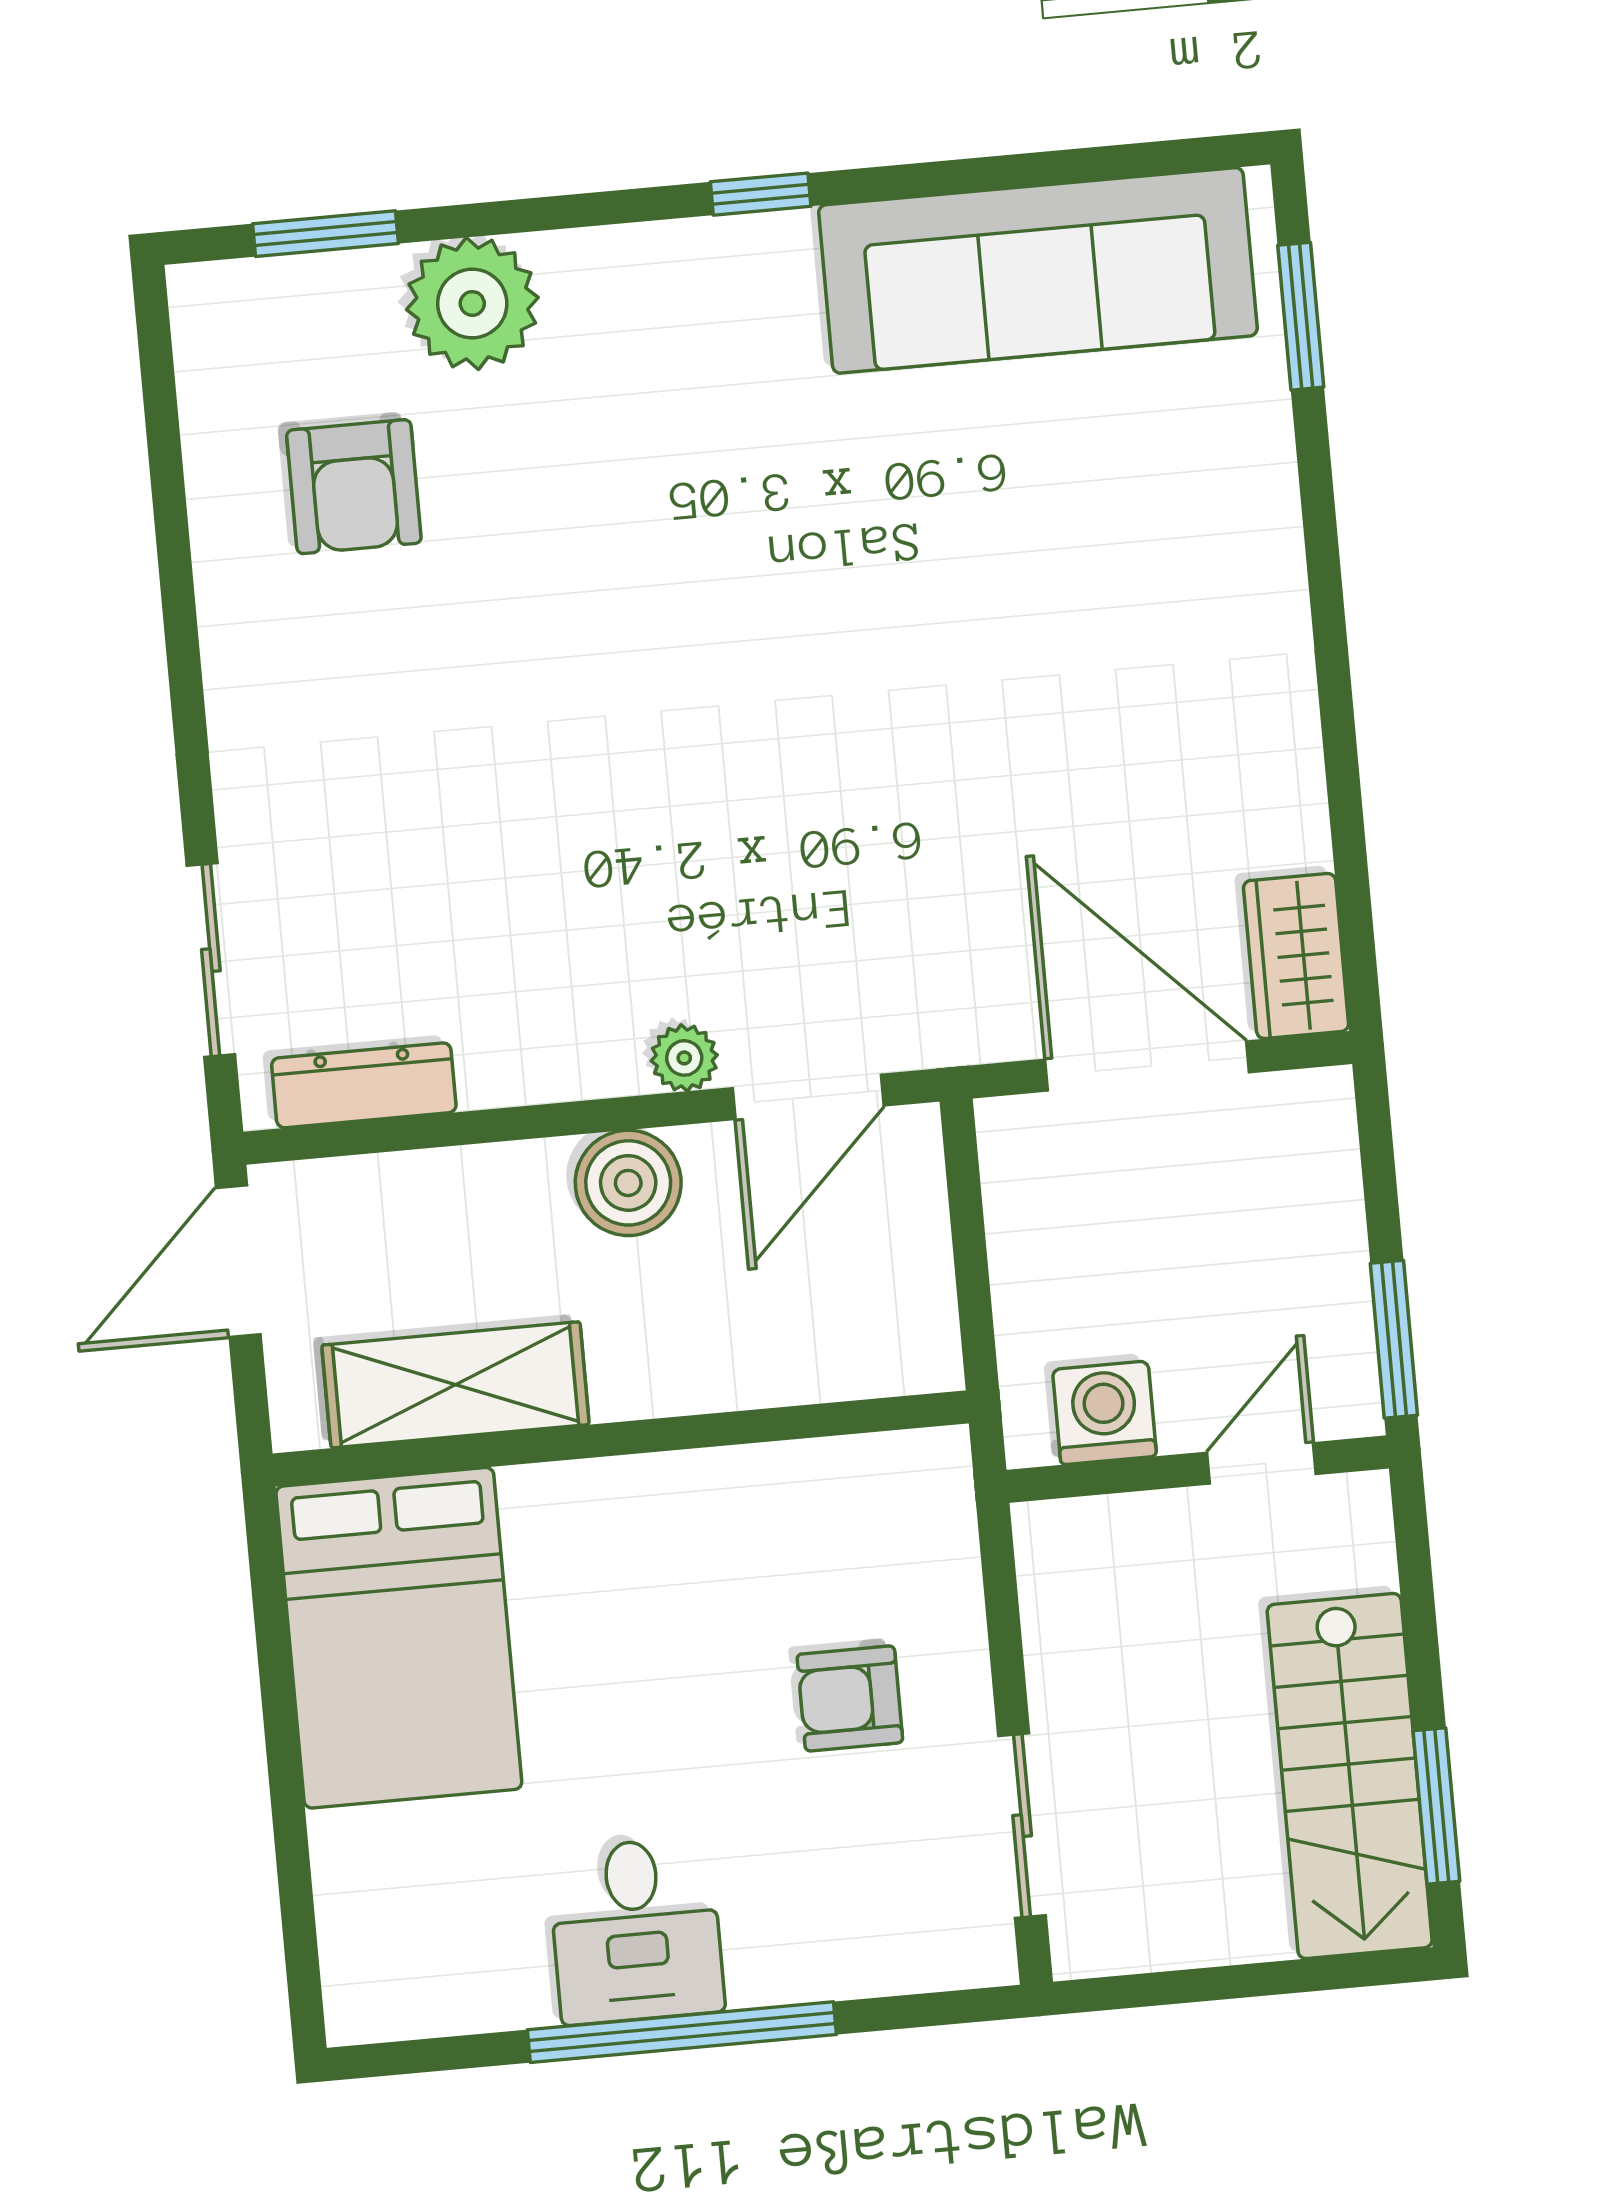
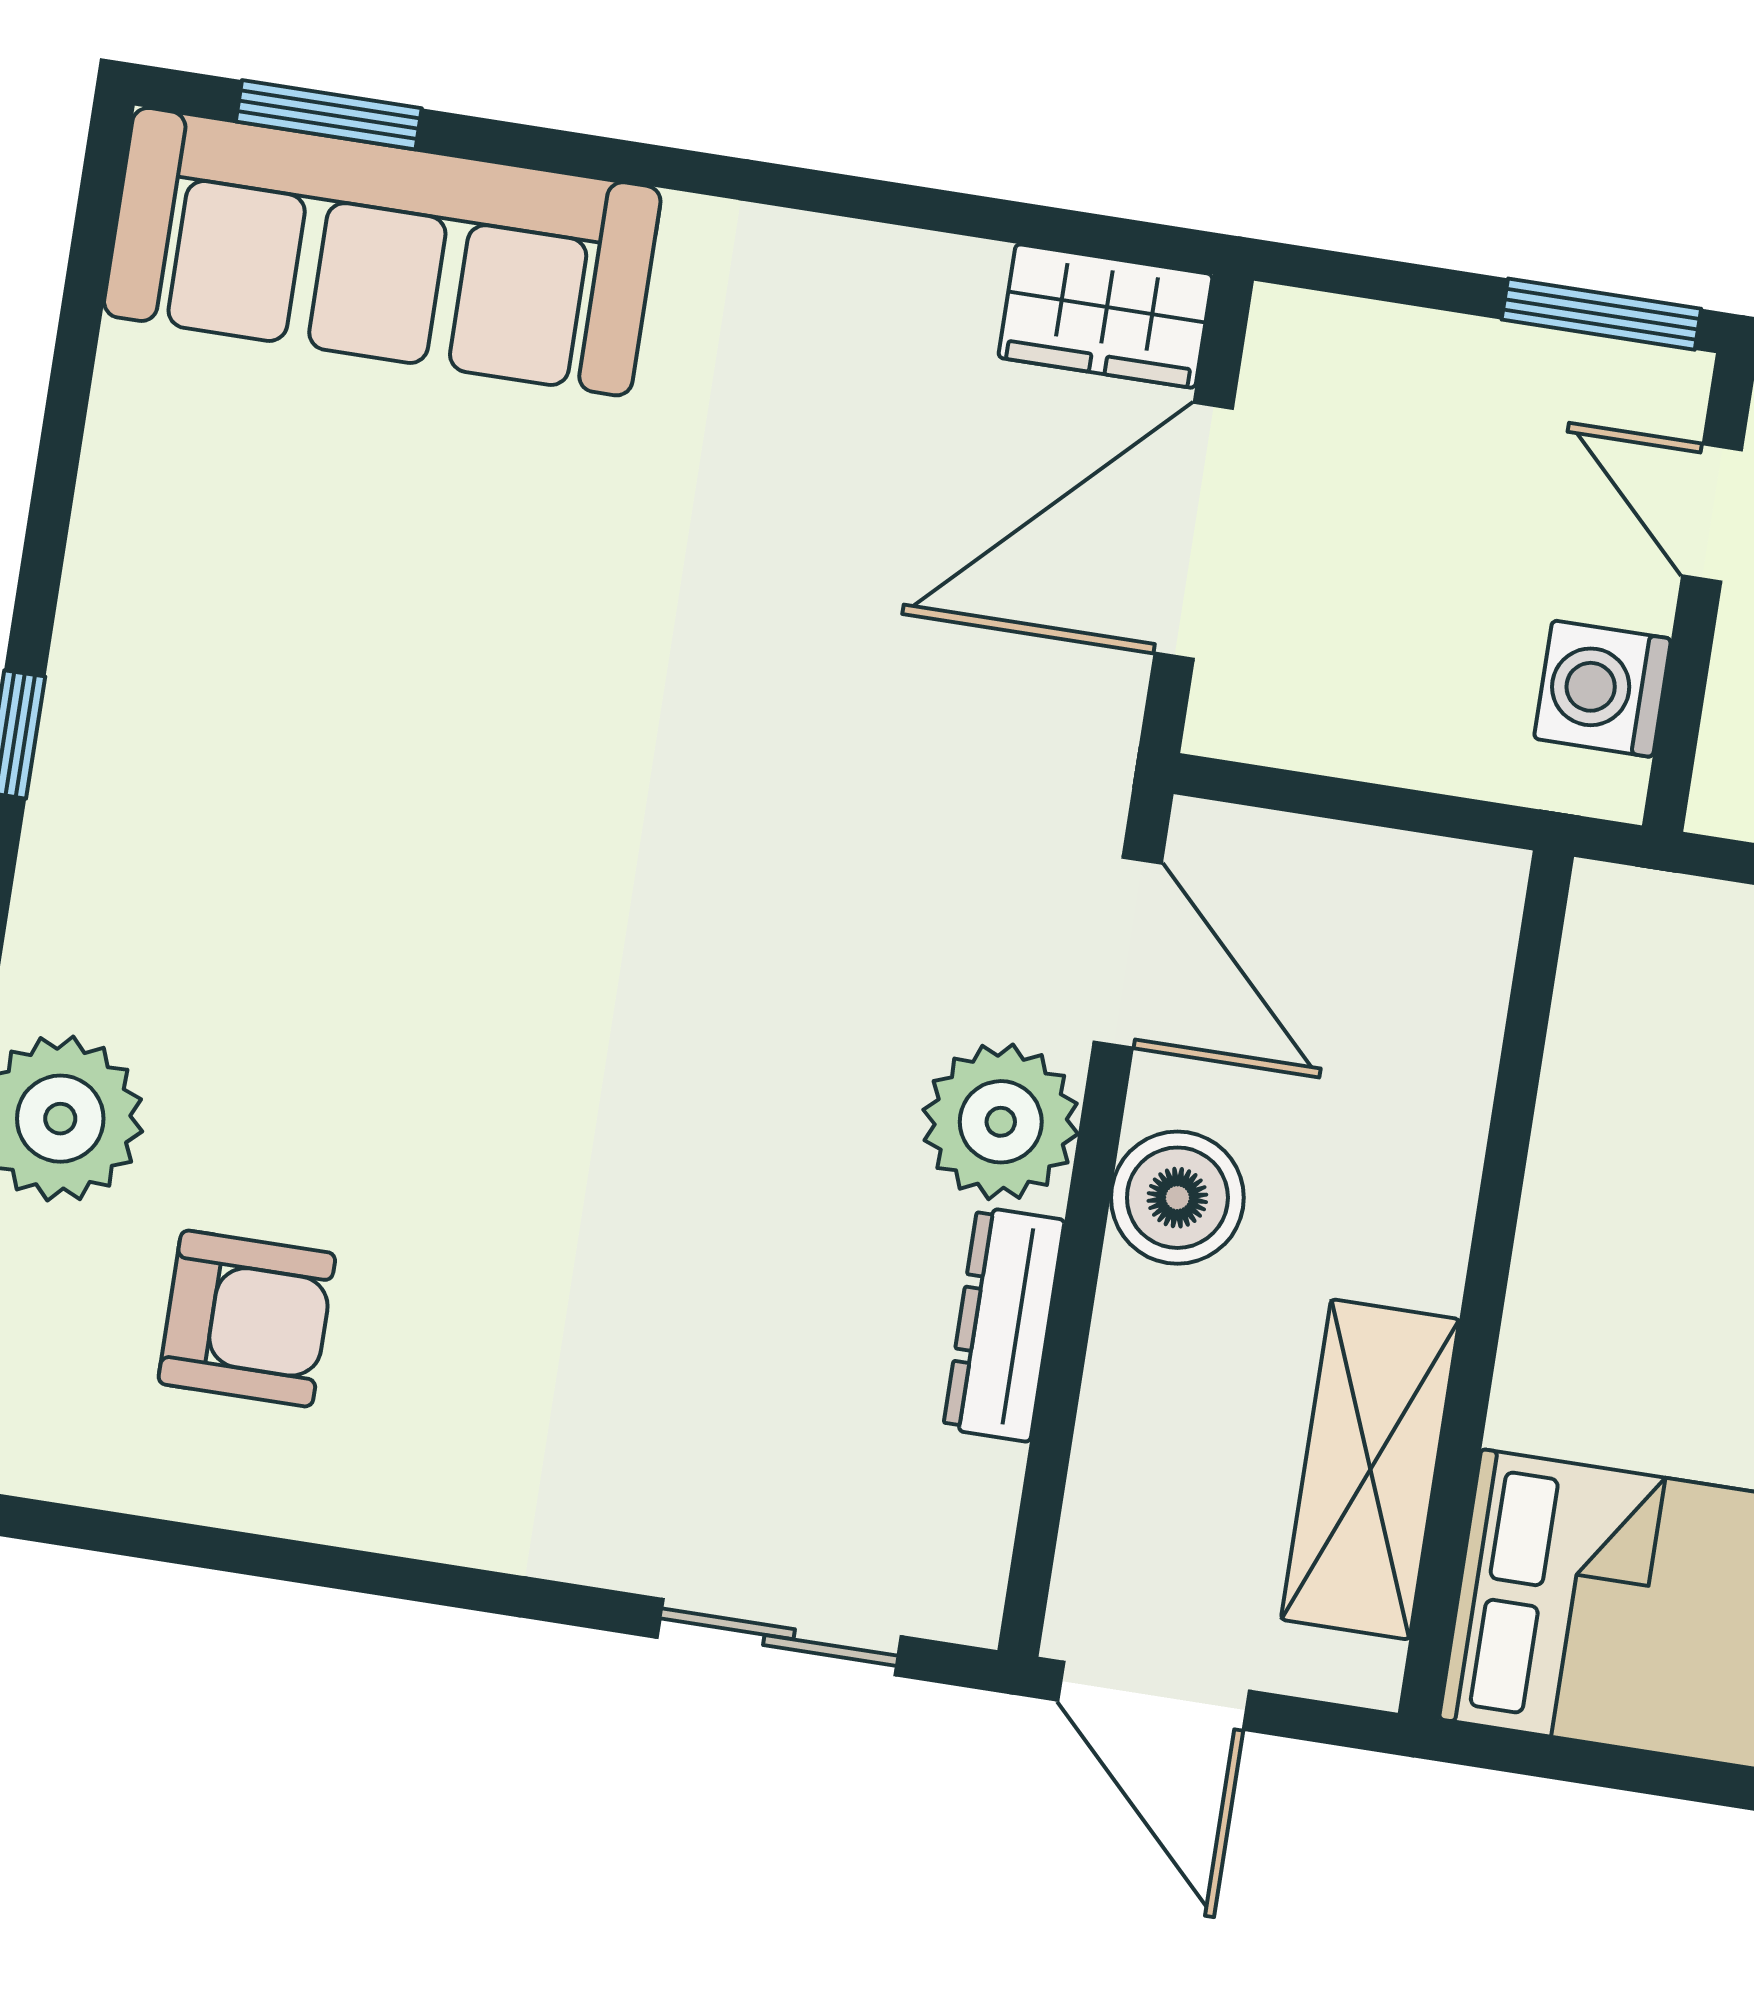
sofa: (1038, 270) -> (382, 252), moved, turned 90
plant: (684, 1058) -> (1001, 1122), width x1.87, depth x1.87
dresser: (364, 1085) -> (1004, 1324), moved

